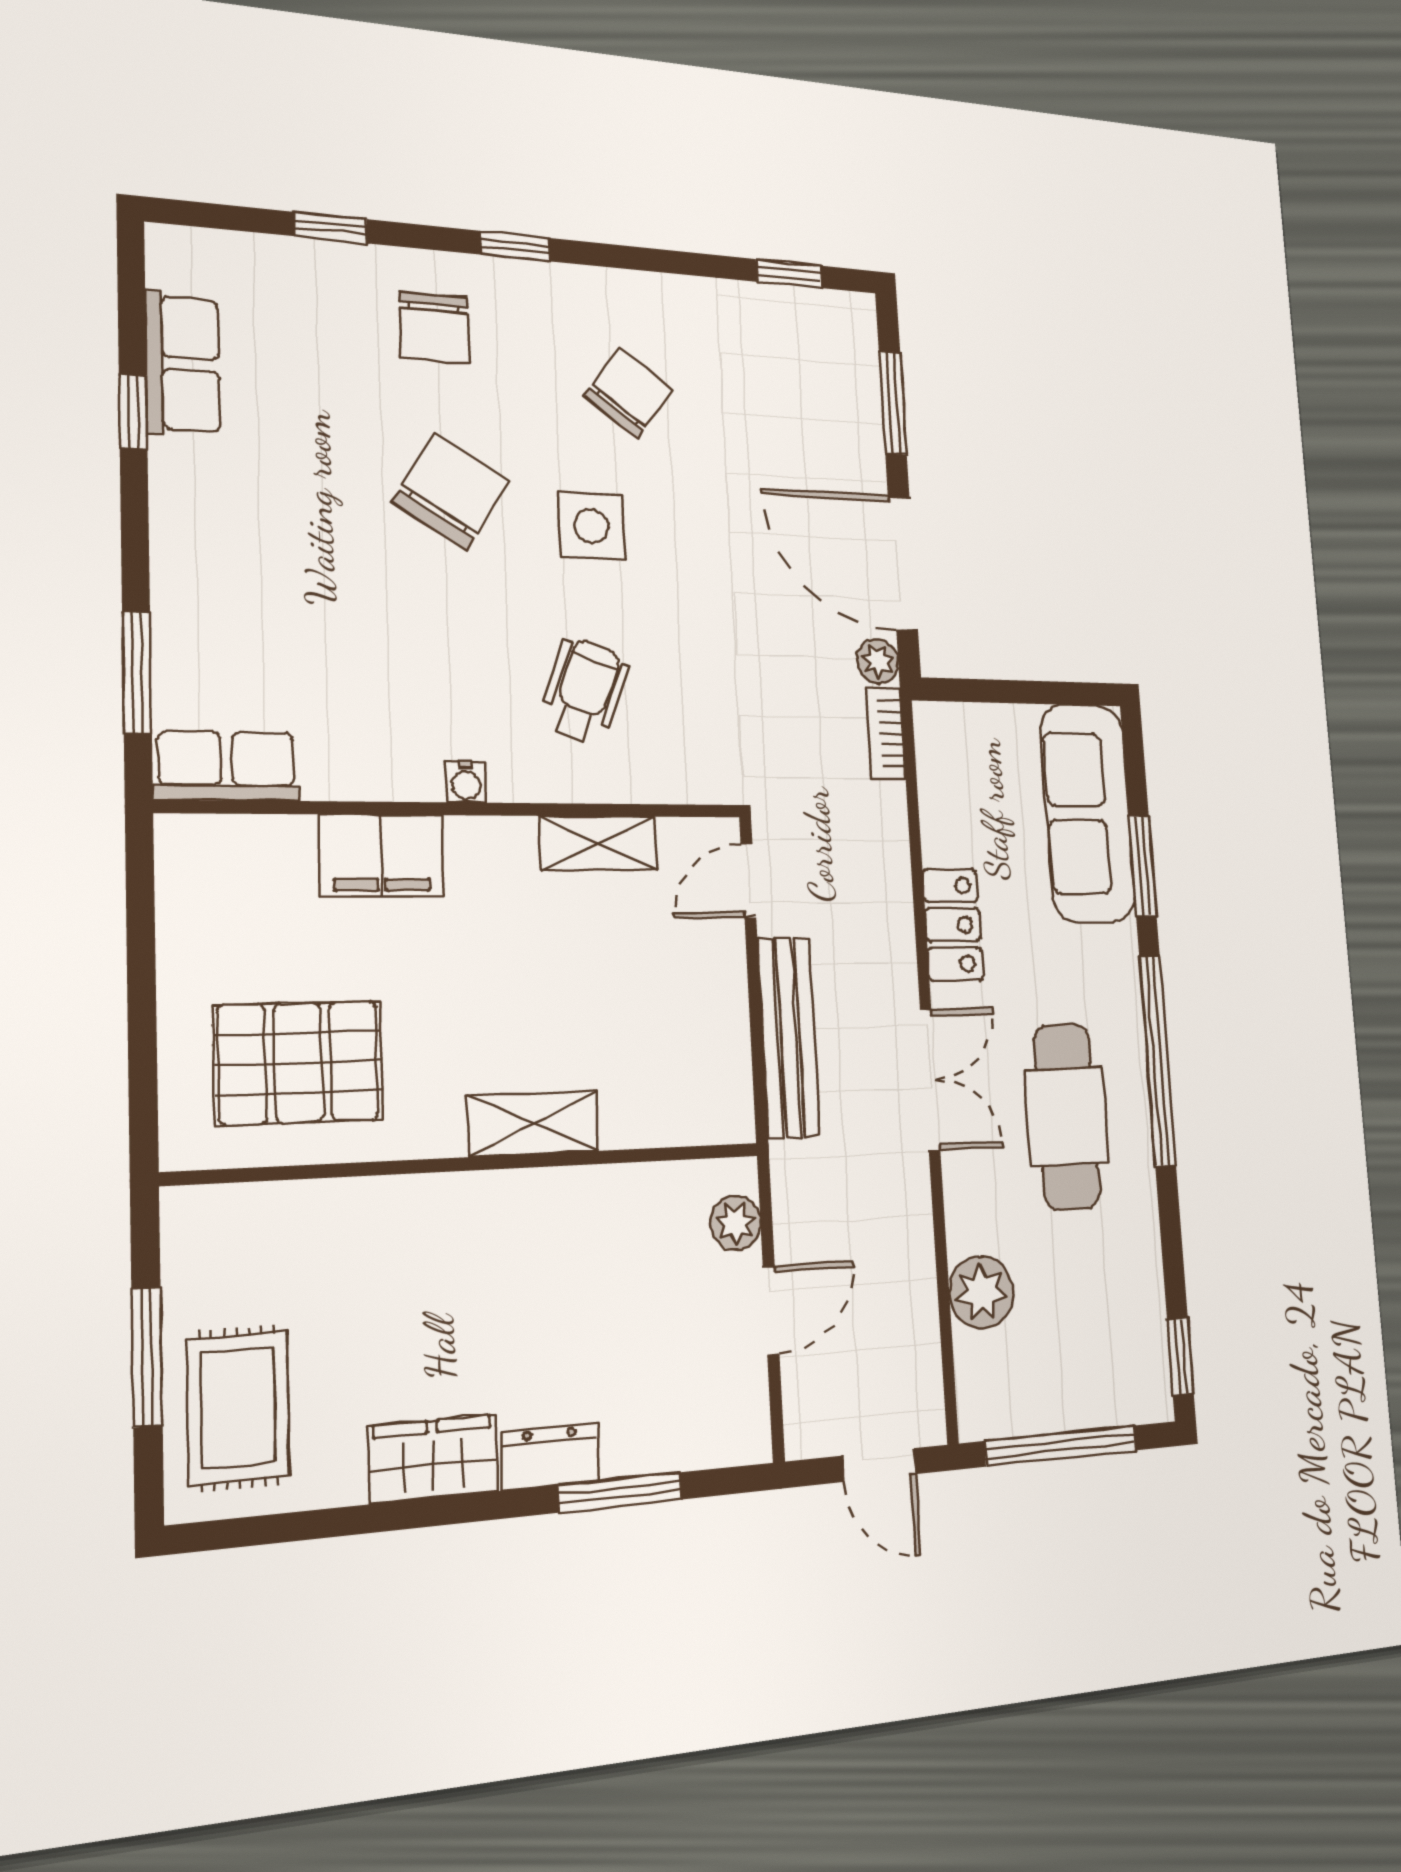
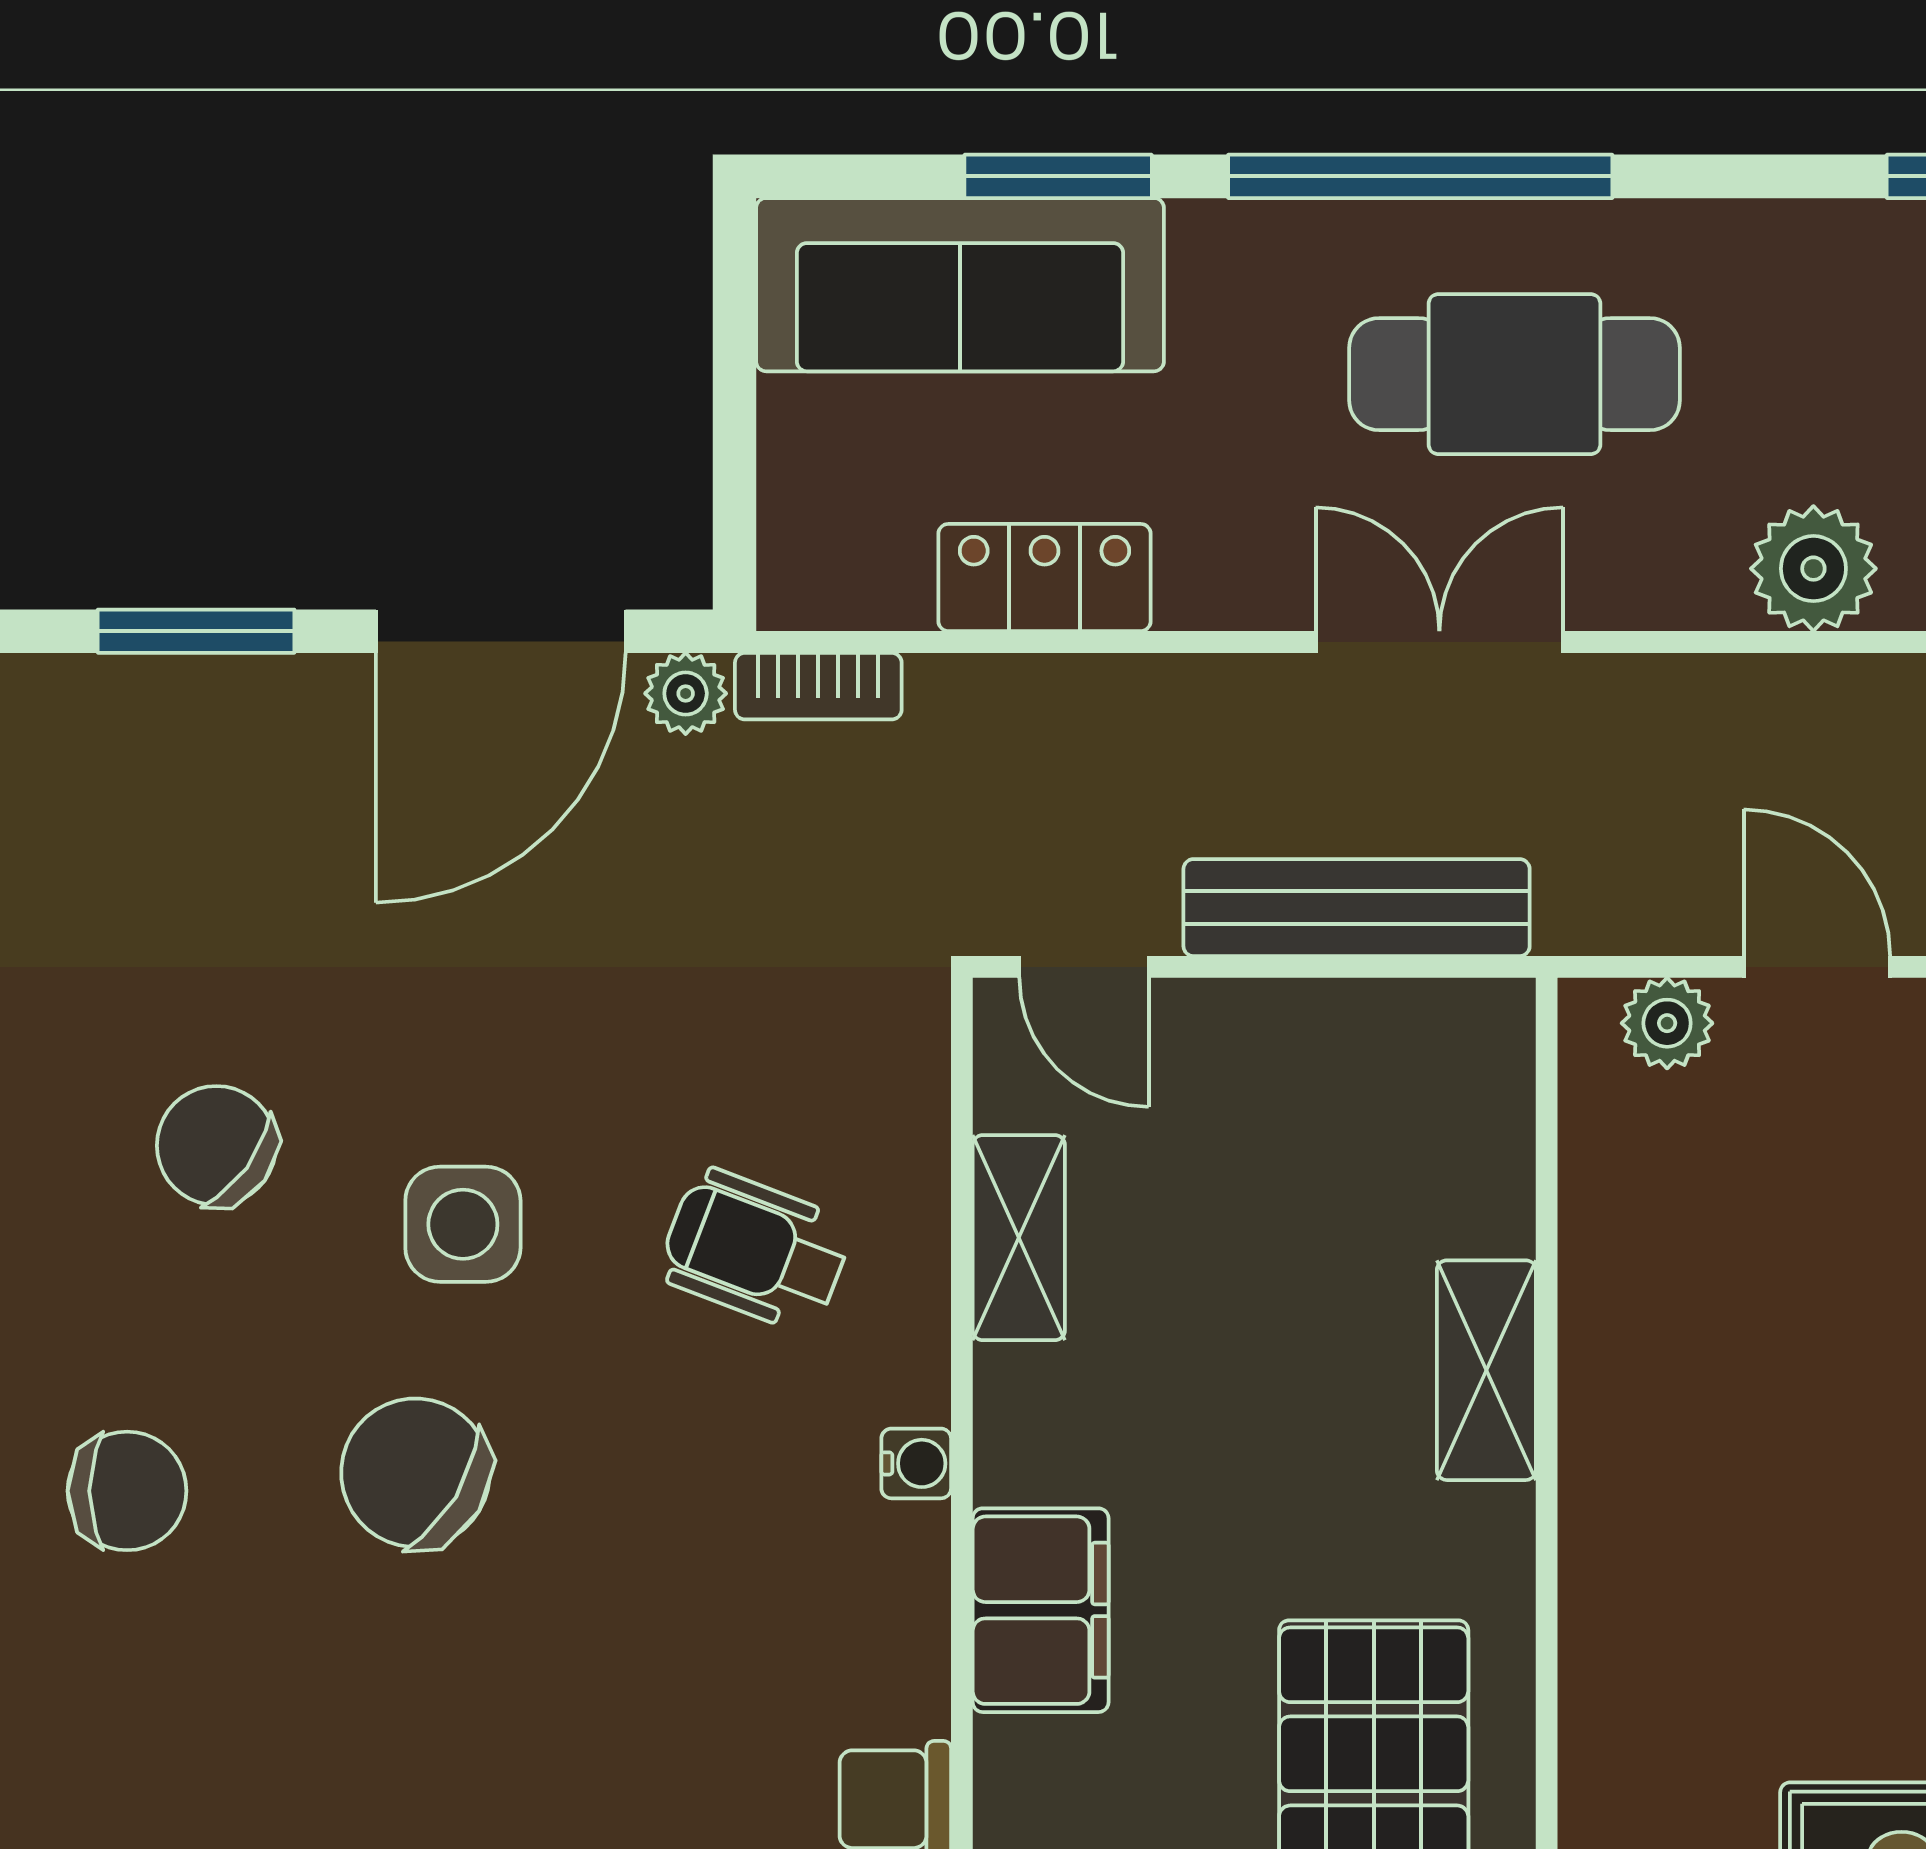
locker: (953, 925) -> (1045, 578), moved

